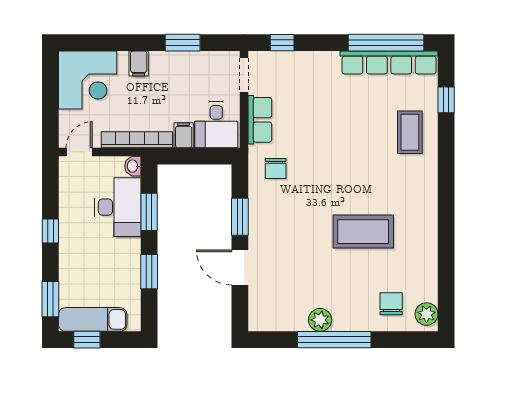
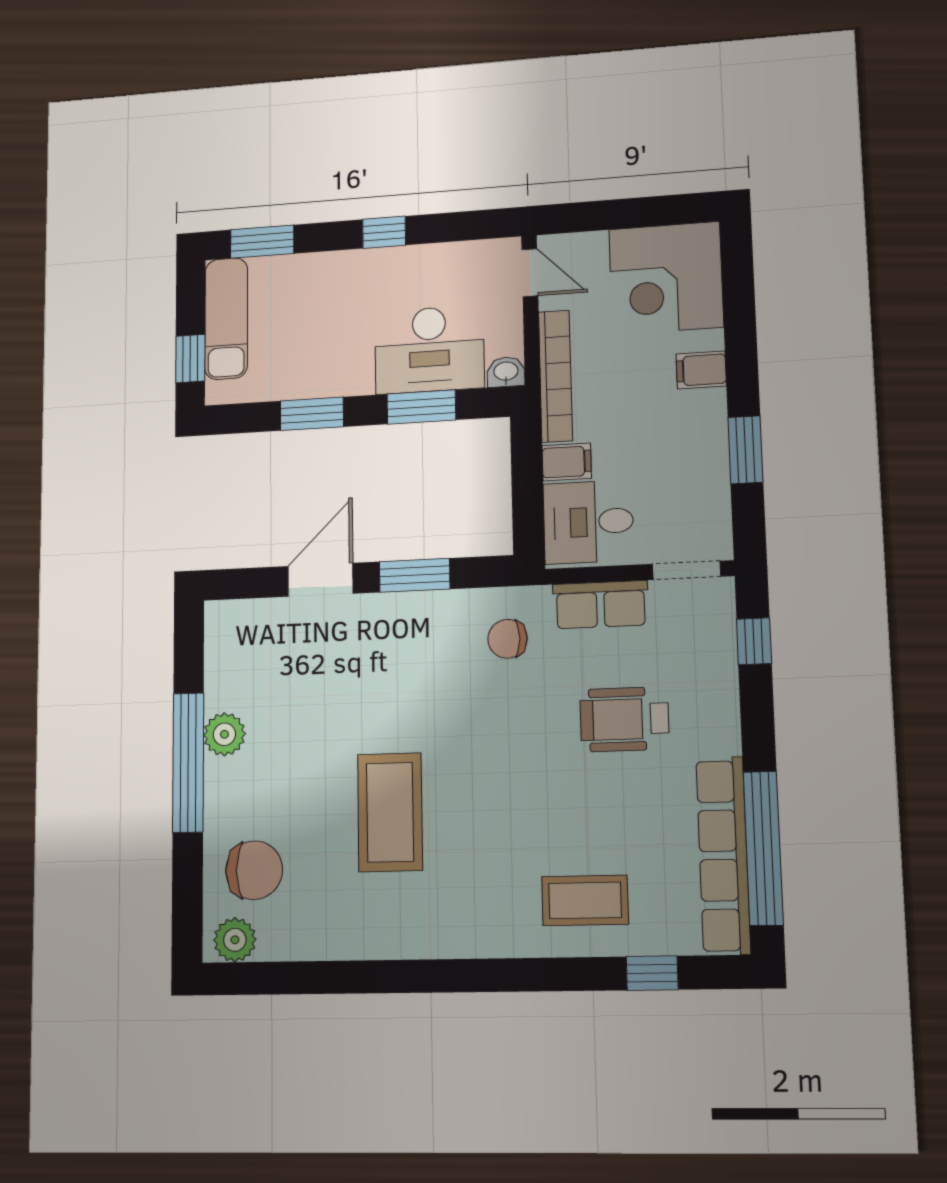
wheelchair: (319, 109) -> (624, 719), added
chair: (391, 304) -> (254, 870), width x1.37, depth x1.37
window: (87, 340) -> (190, 359), moved

